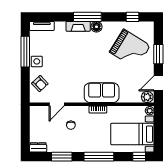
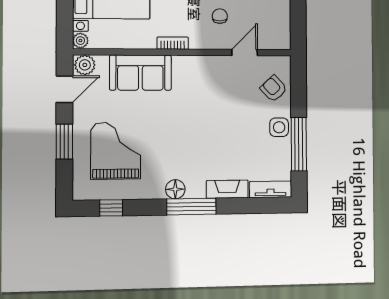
fireplace: (78, 26) -> (227, 189), moved
grand piano: (130, 49) -> (116, 151), turned 58
sofa: (102, 93) -> (140, 73), moved

